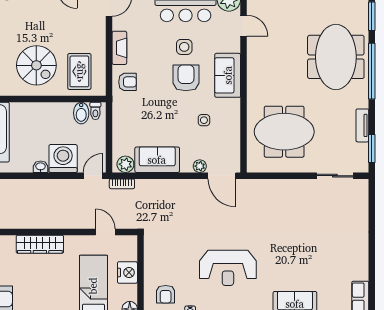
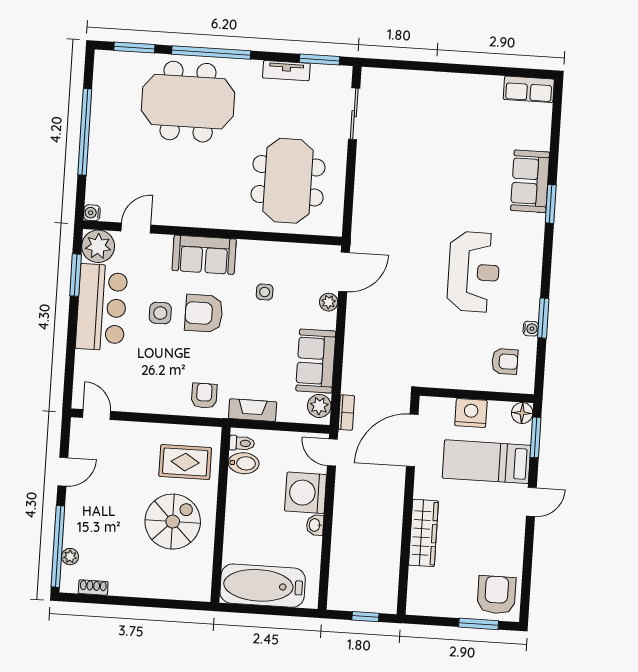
fireplace: (119, 48) -> (253, 410), moved
door: (105, 232) -> (412, 440), width x1.88

